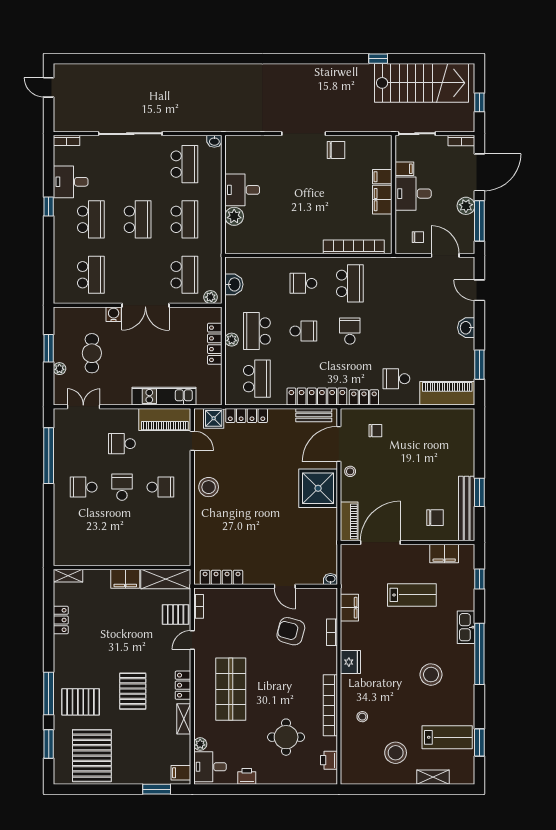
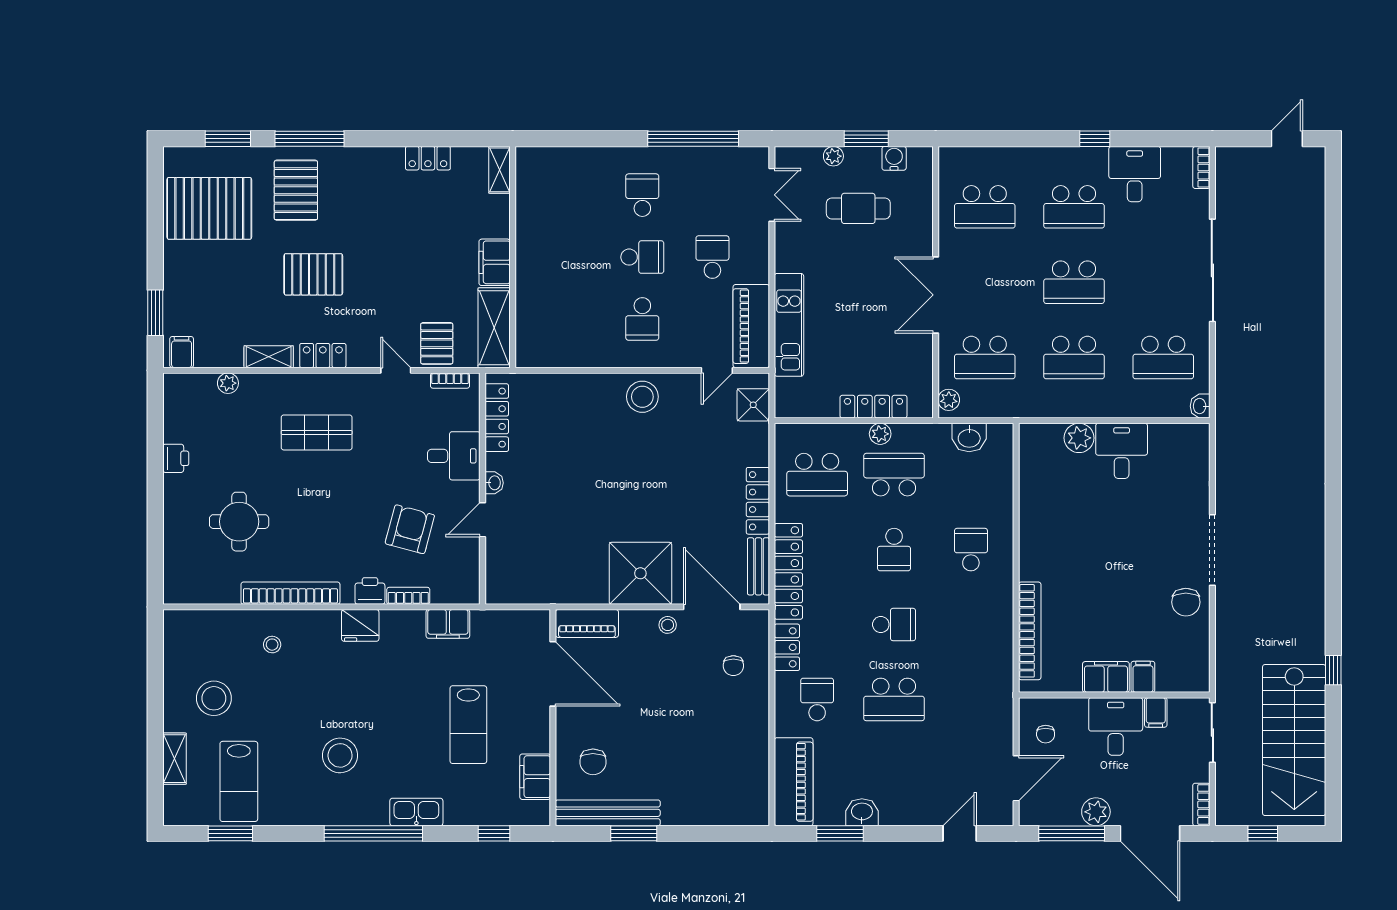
school desk: (350, 283) -> (894, 699), moved
water cooler: (114, 314) -> (894, 158), moved, turned -90
washbasin: (466, 328) -> (862, 812), moved
locker: (247, 415) -> (758, 501), moved
washbasin: (330, 579) -> (494, 483), moved
shop shelf: (231, 689) -> (317, 432), width x0.70, depth x0.74
printer: (329, 760) -> (370, 591), moved
desk: (210, 767) -> (454, 456), moved, turned 90

